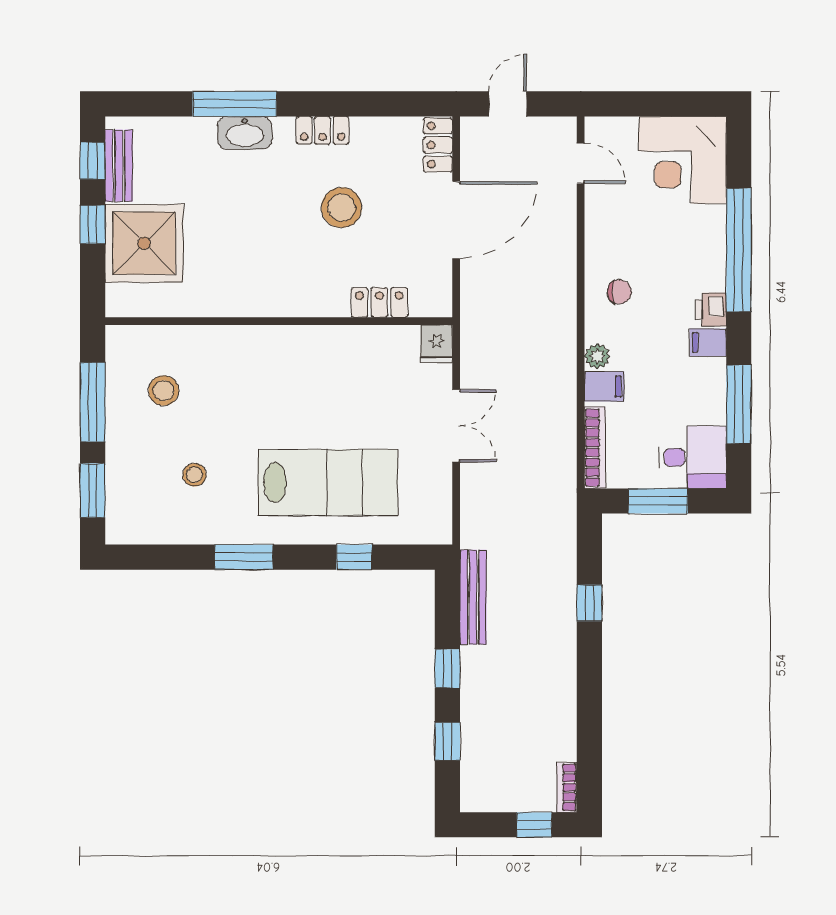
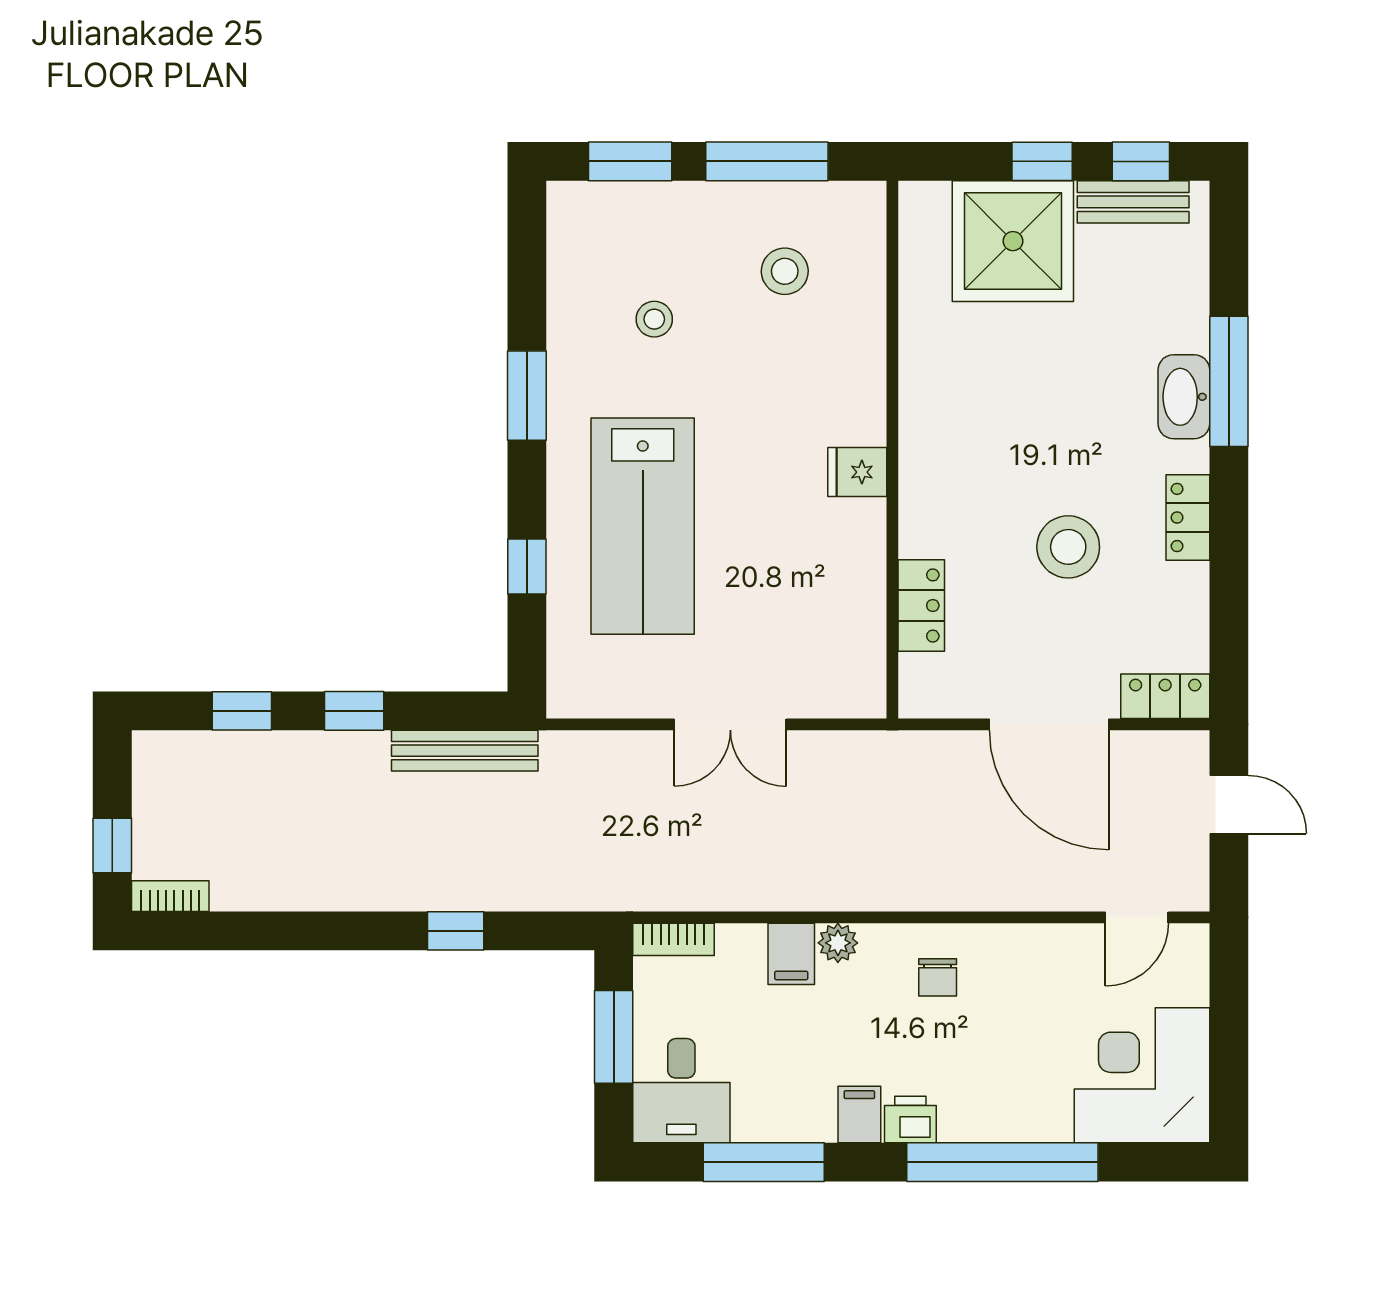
fridge: (437, 344) -> (857, 472), moved
bookcase: (595, 448) -> (674, 939), width x0.64

